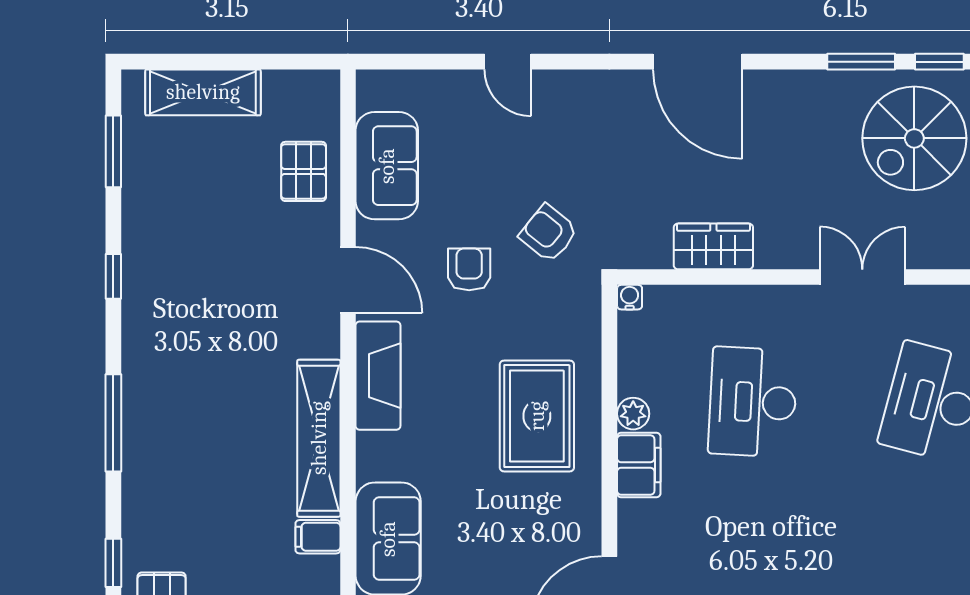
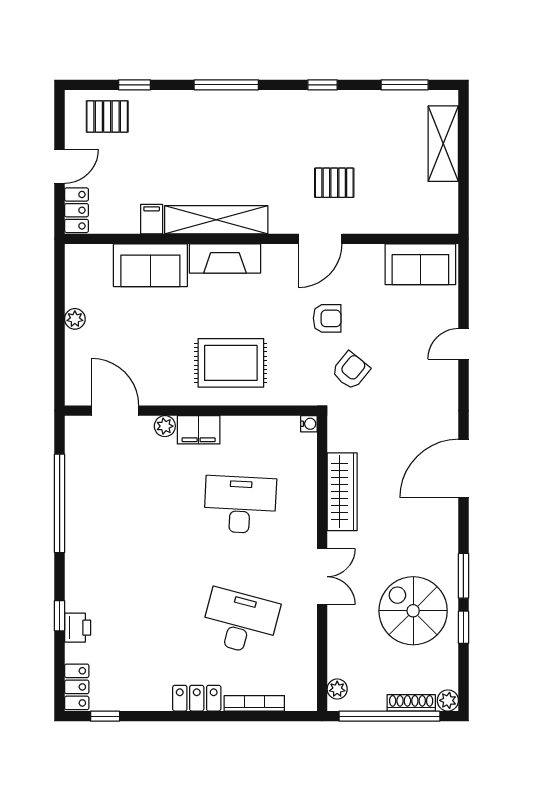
sofa: (387, 166) -> (420, 264), moved
pallet: (304, 171) -> (334, 183), moved
wardrobe: (713, 246) -> (342, 492), width x1.50
fireplace: (378, 376) -> (225, 259), moved
plant: (633, 414) -> (165, 426), moved

